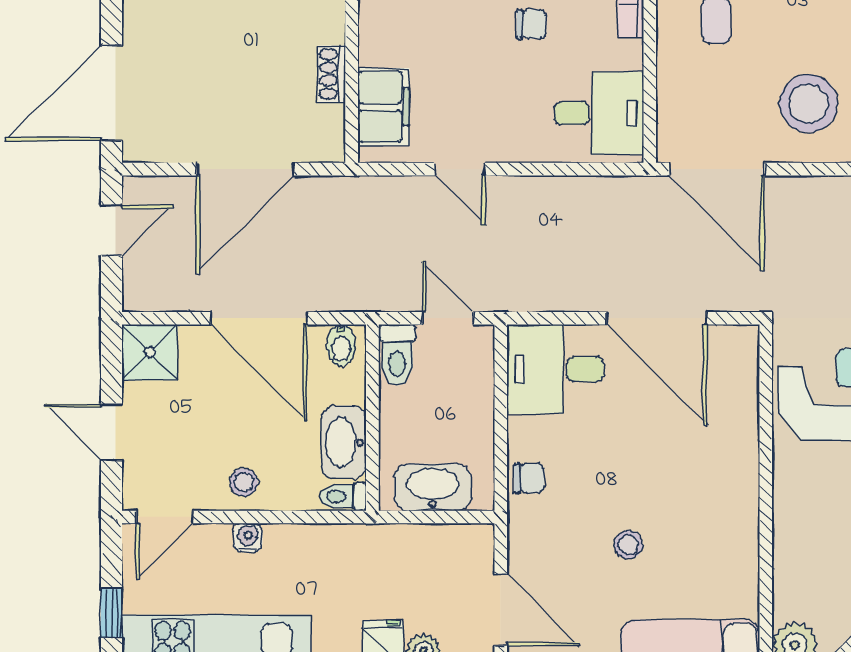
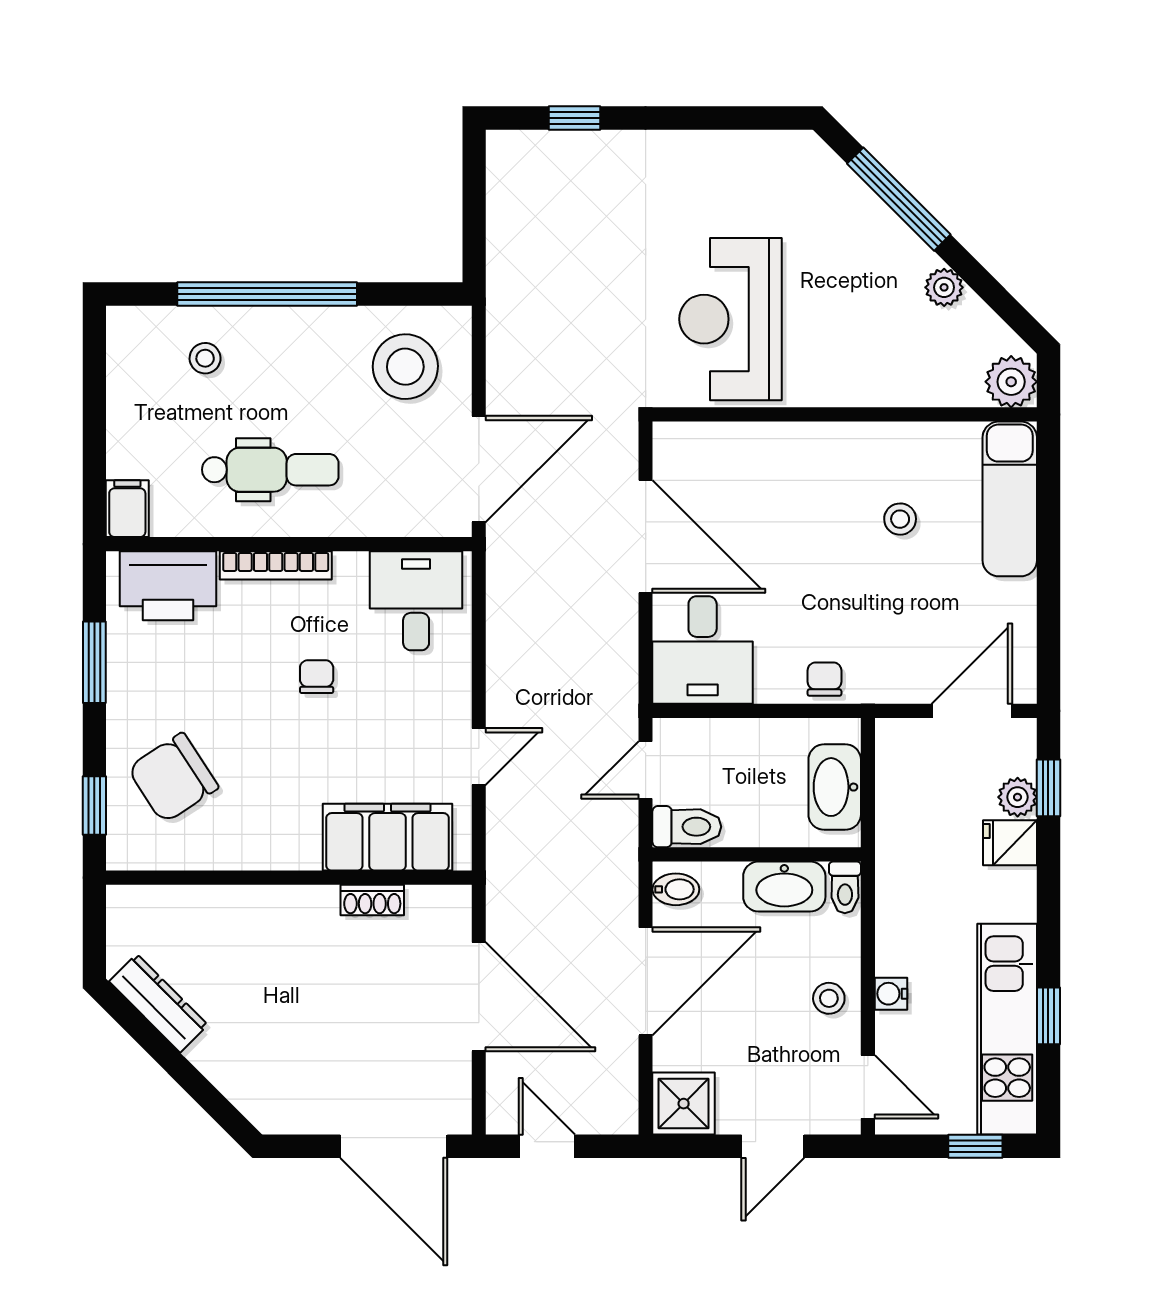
filing cabinet: (384, 107) -> (388, 837), width x1.50, depth x1.17
door: (657, 318) -> (646, 536), hinge flipped
stool: (628, 545) -> (900, 519), moved

